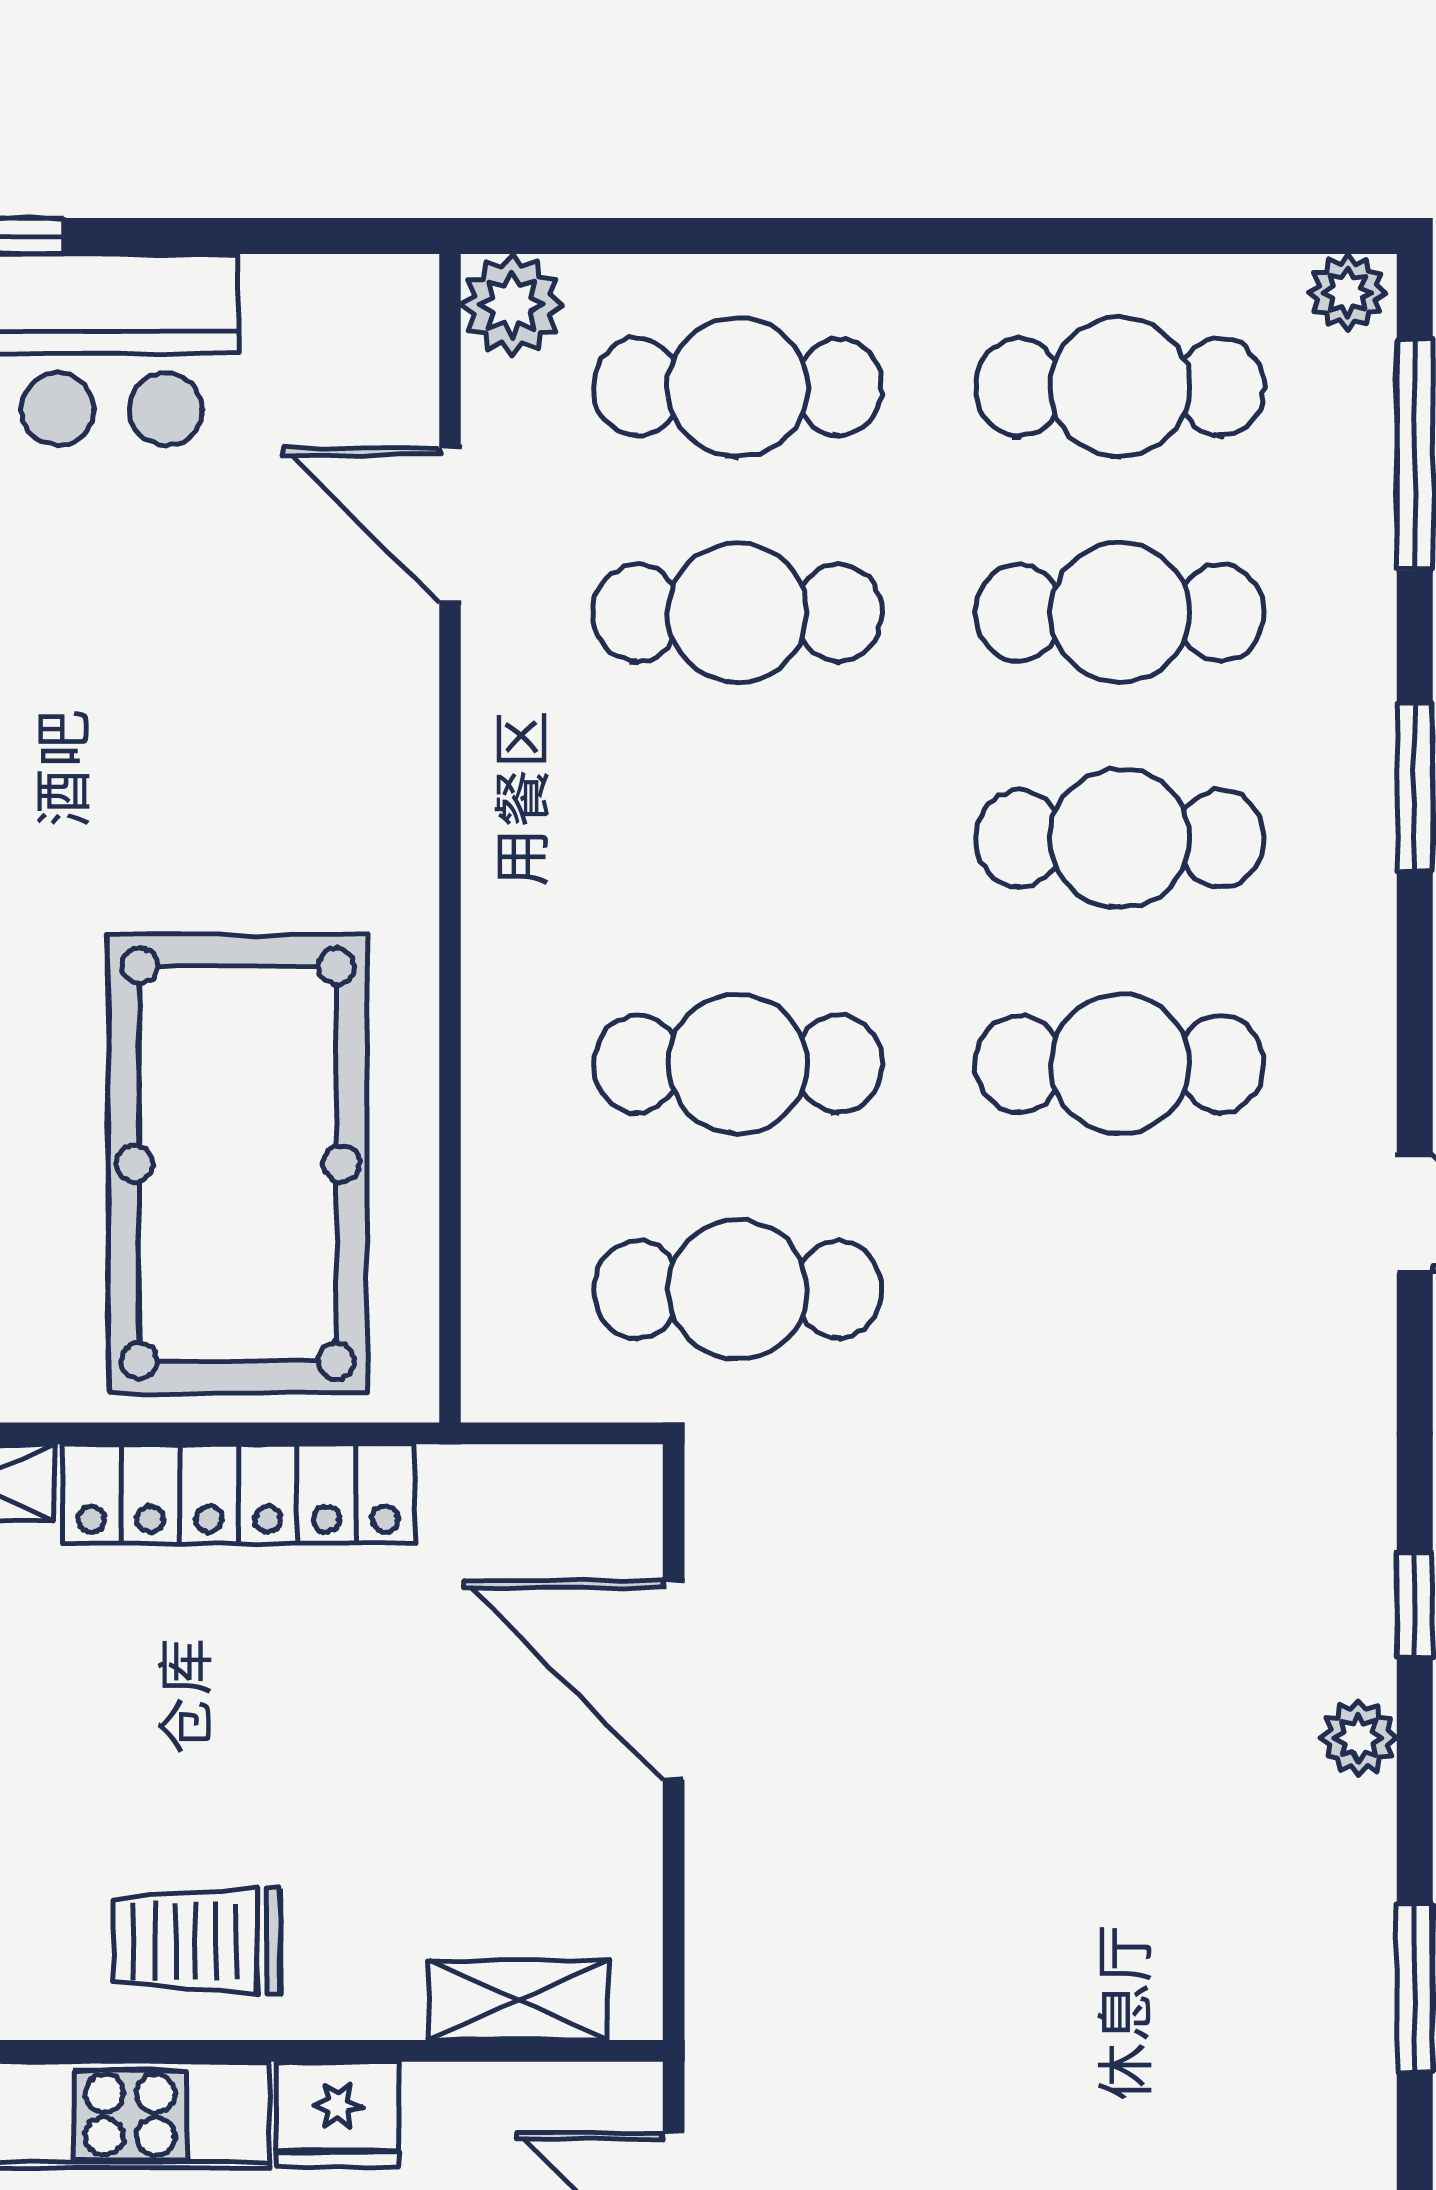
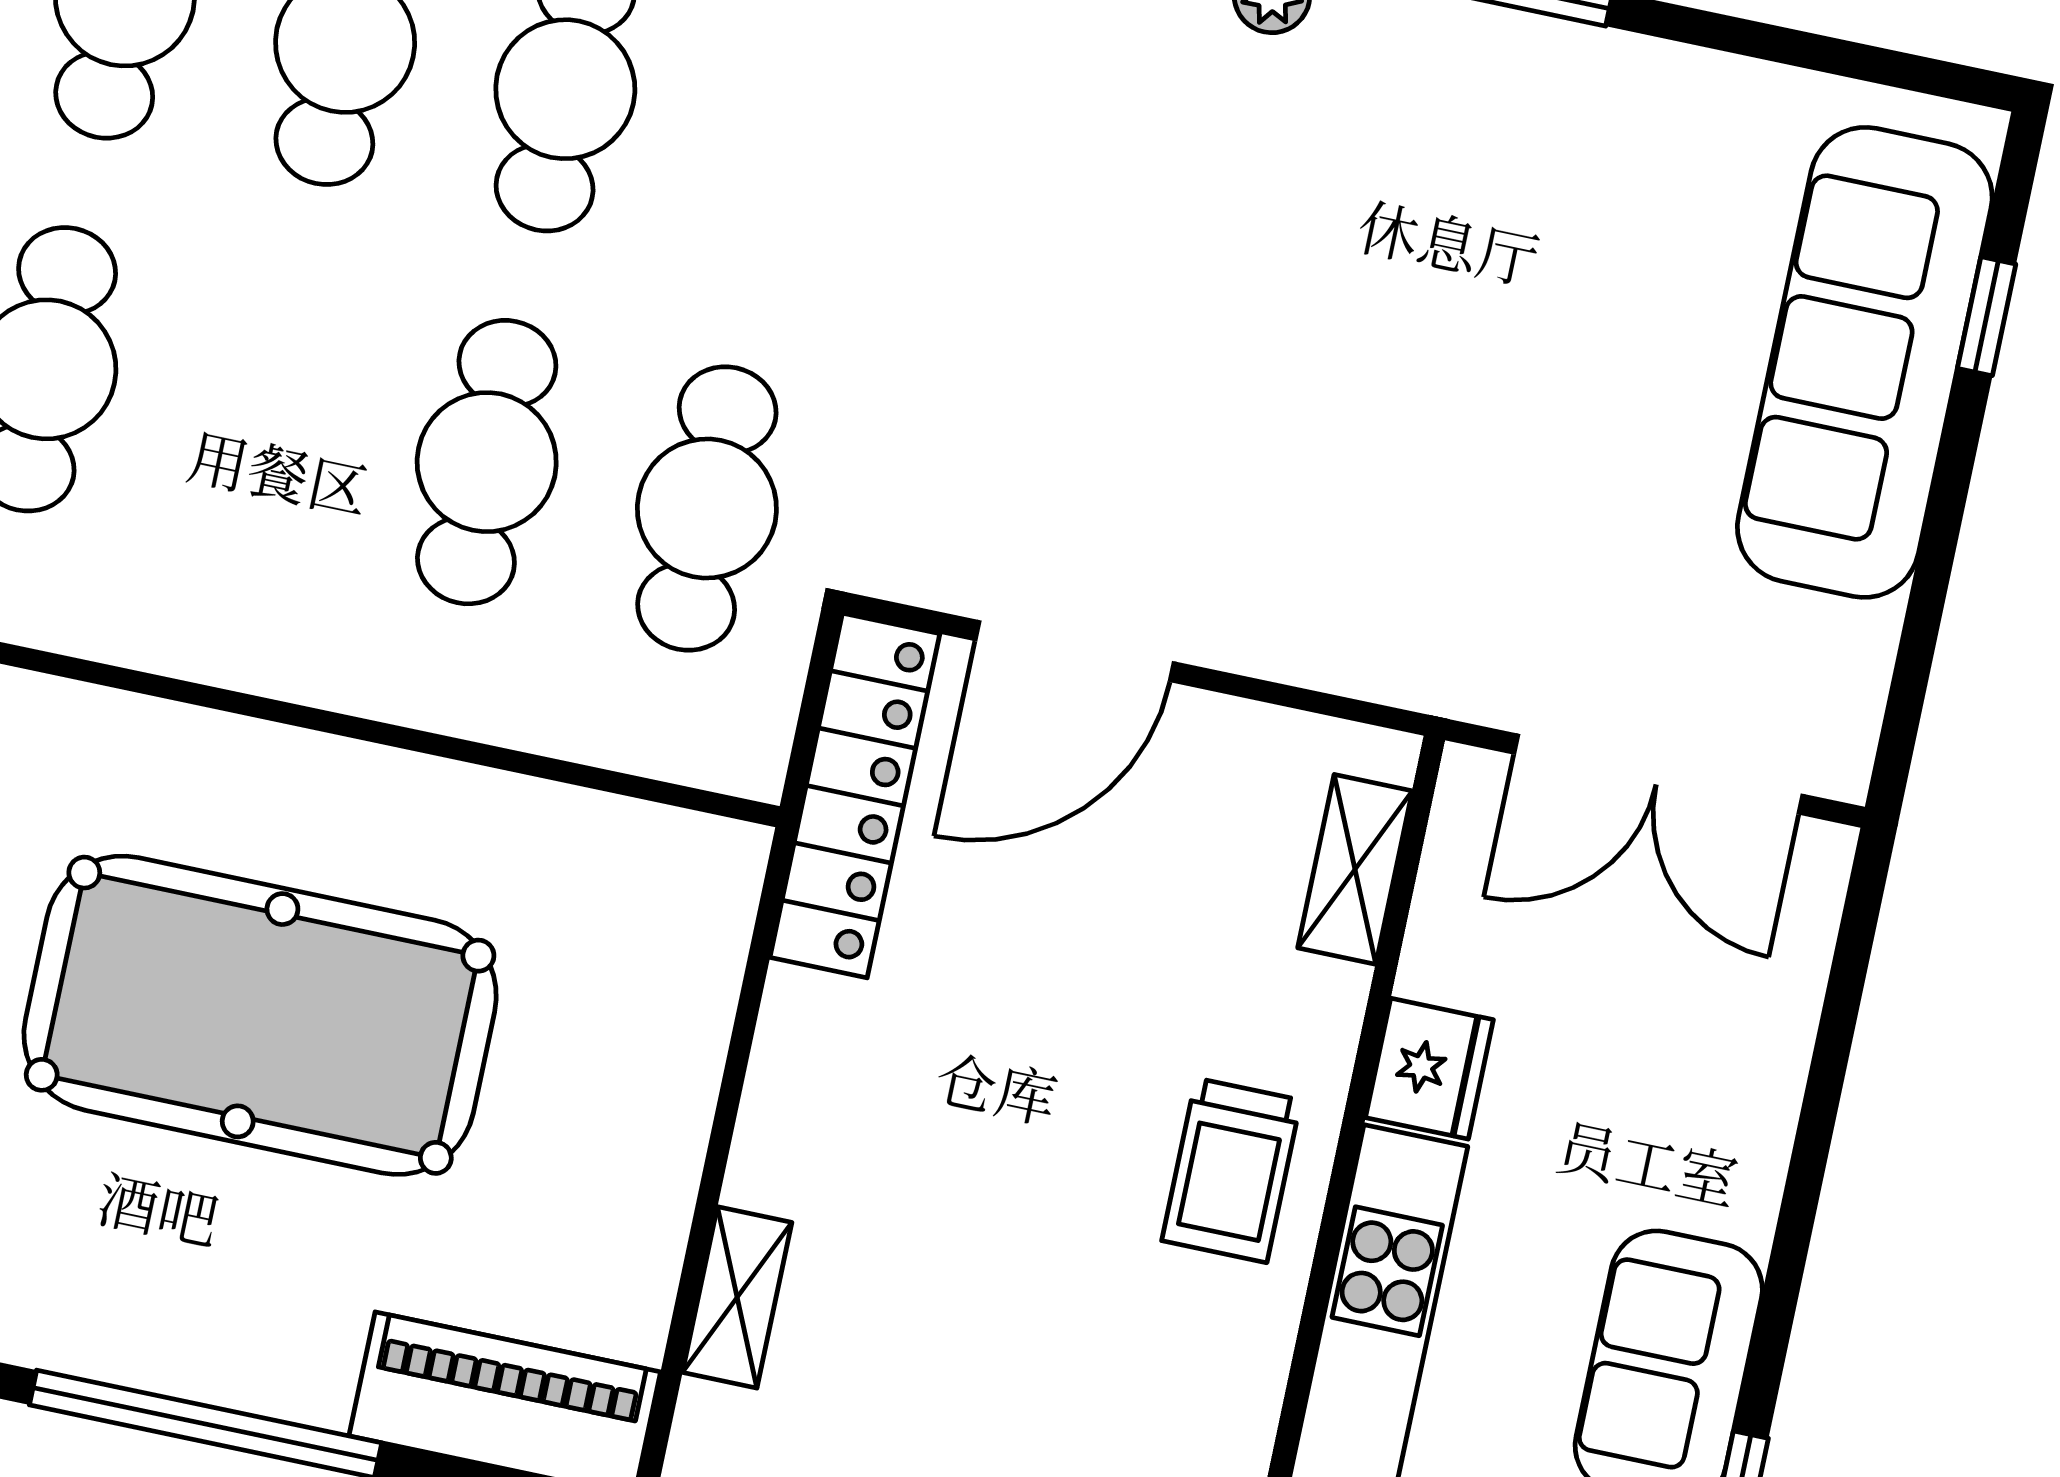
pool table: (238, 1164) -> (260, 1015), moved
locker: (238, 1494) -> (855, 796), moved

